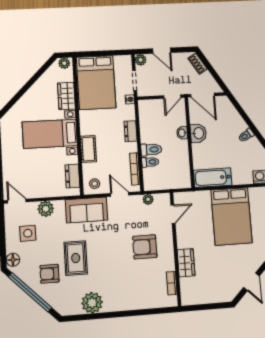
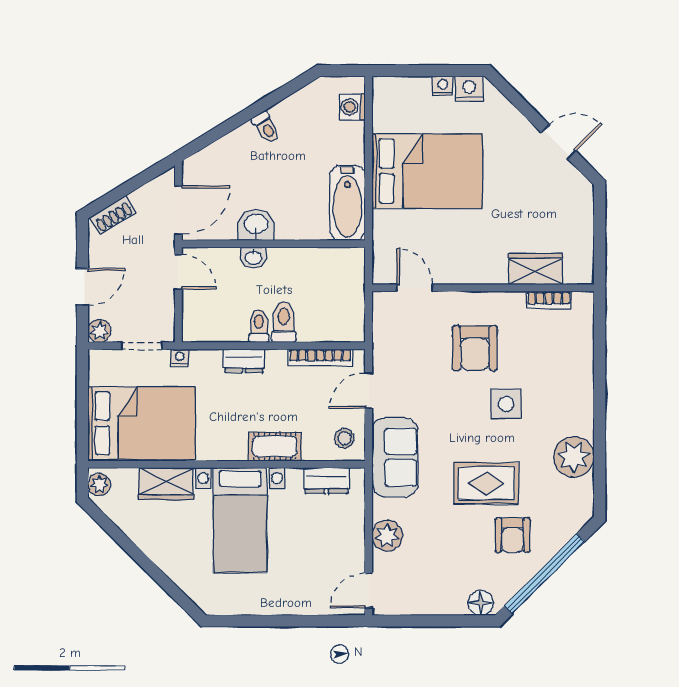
toilet: (150, 162) -> (259, 326), moved
plant: (148, 199) -> (382, 335), removed
side table: (28, 233) -> (506, 404), moved
wardrobe: (186, 263) -> (535, 269), moved

